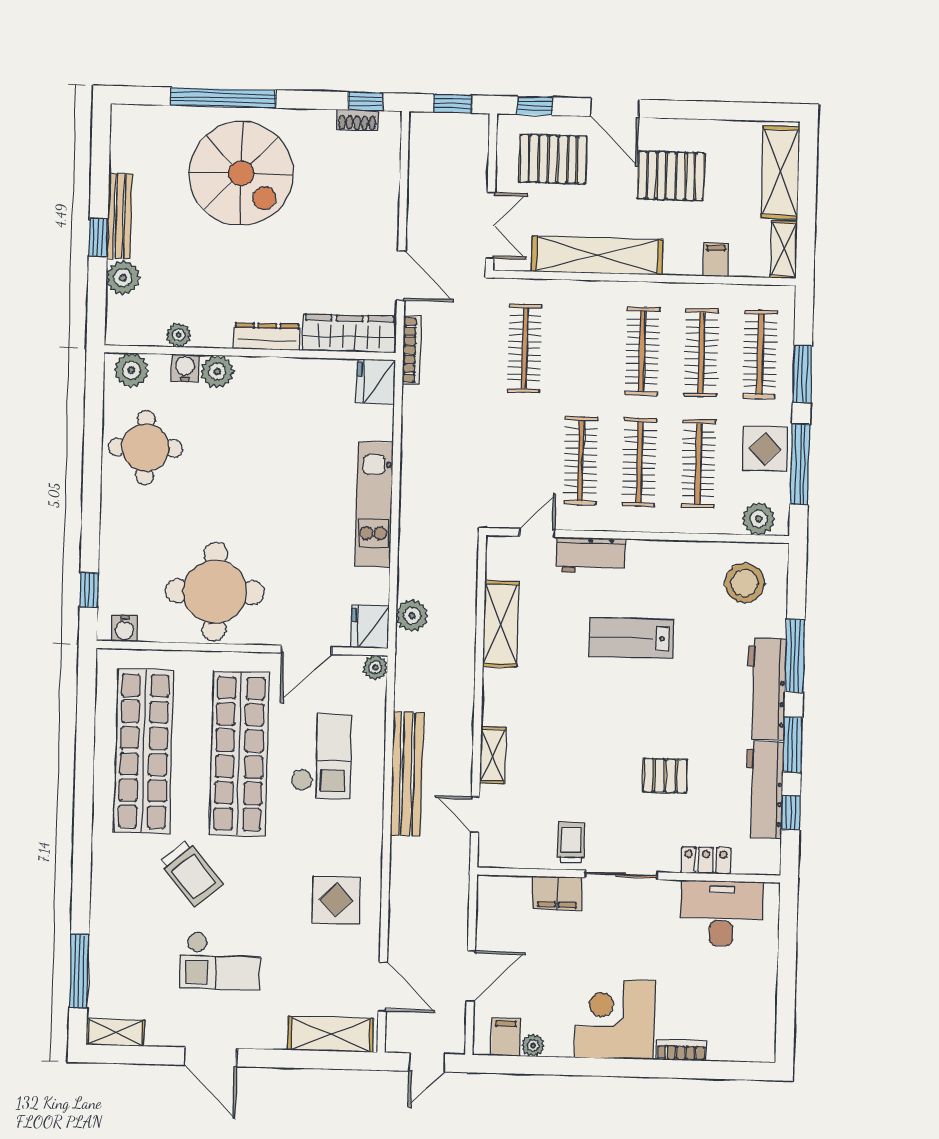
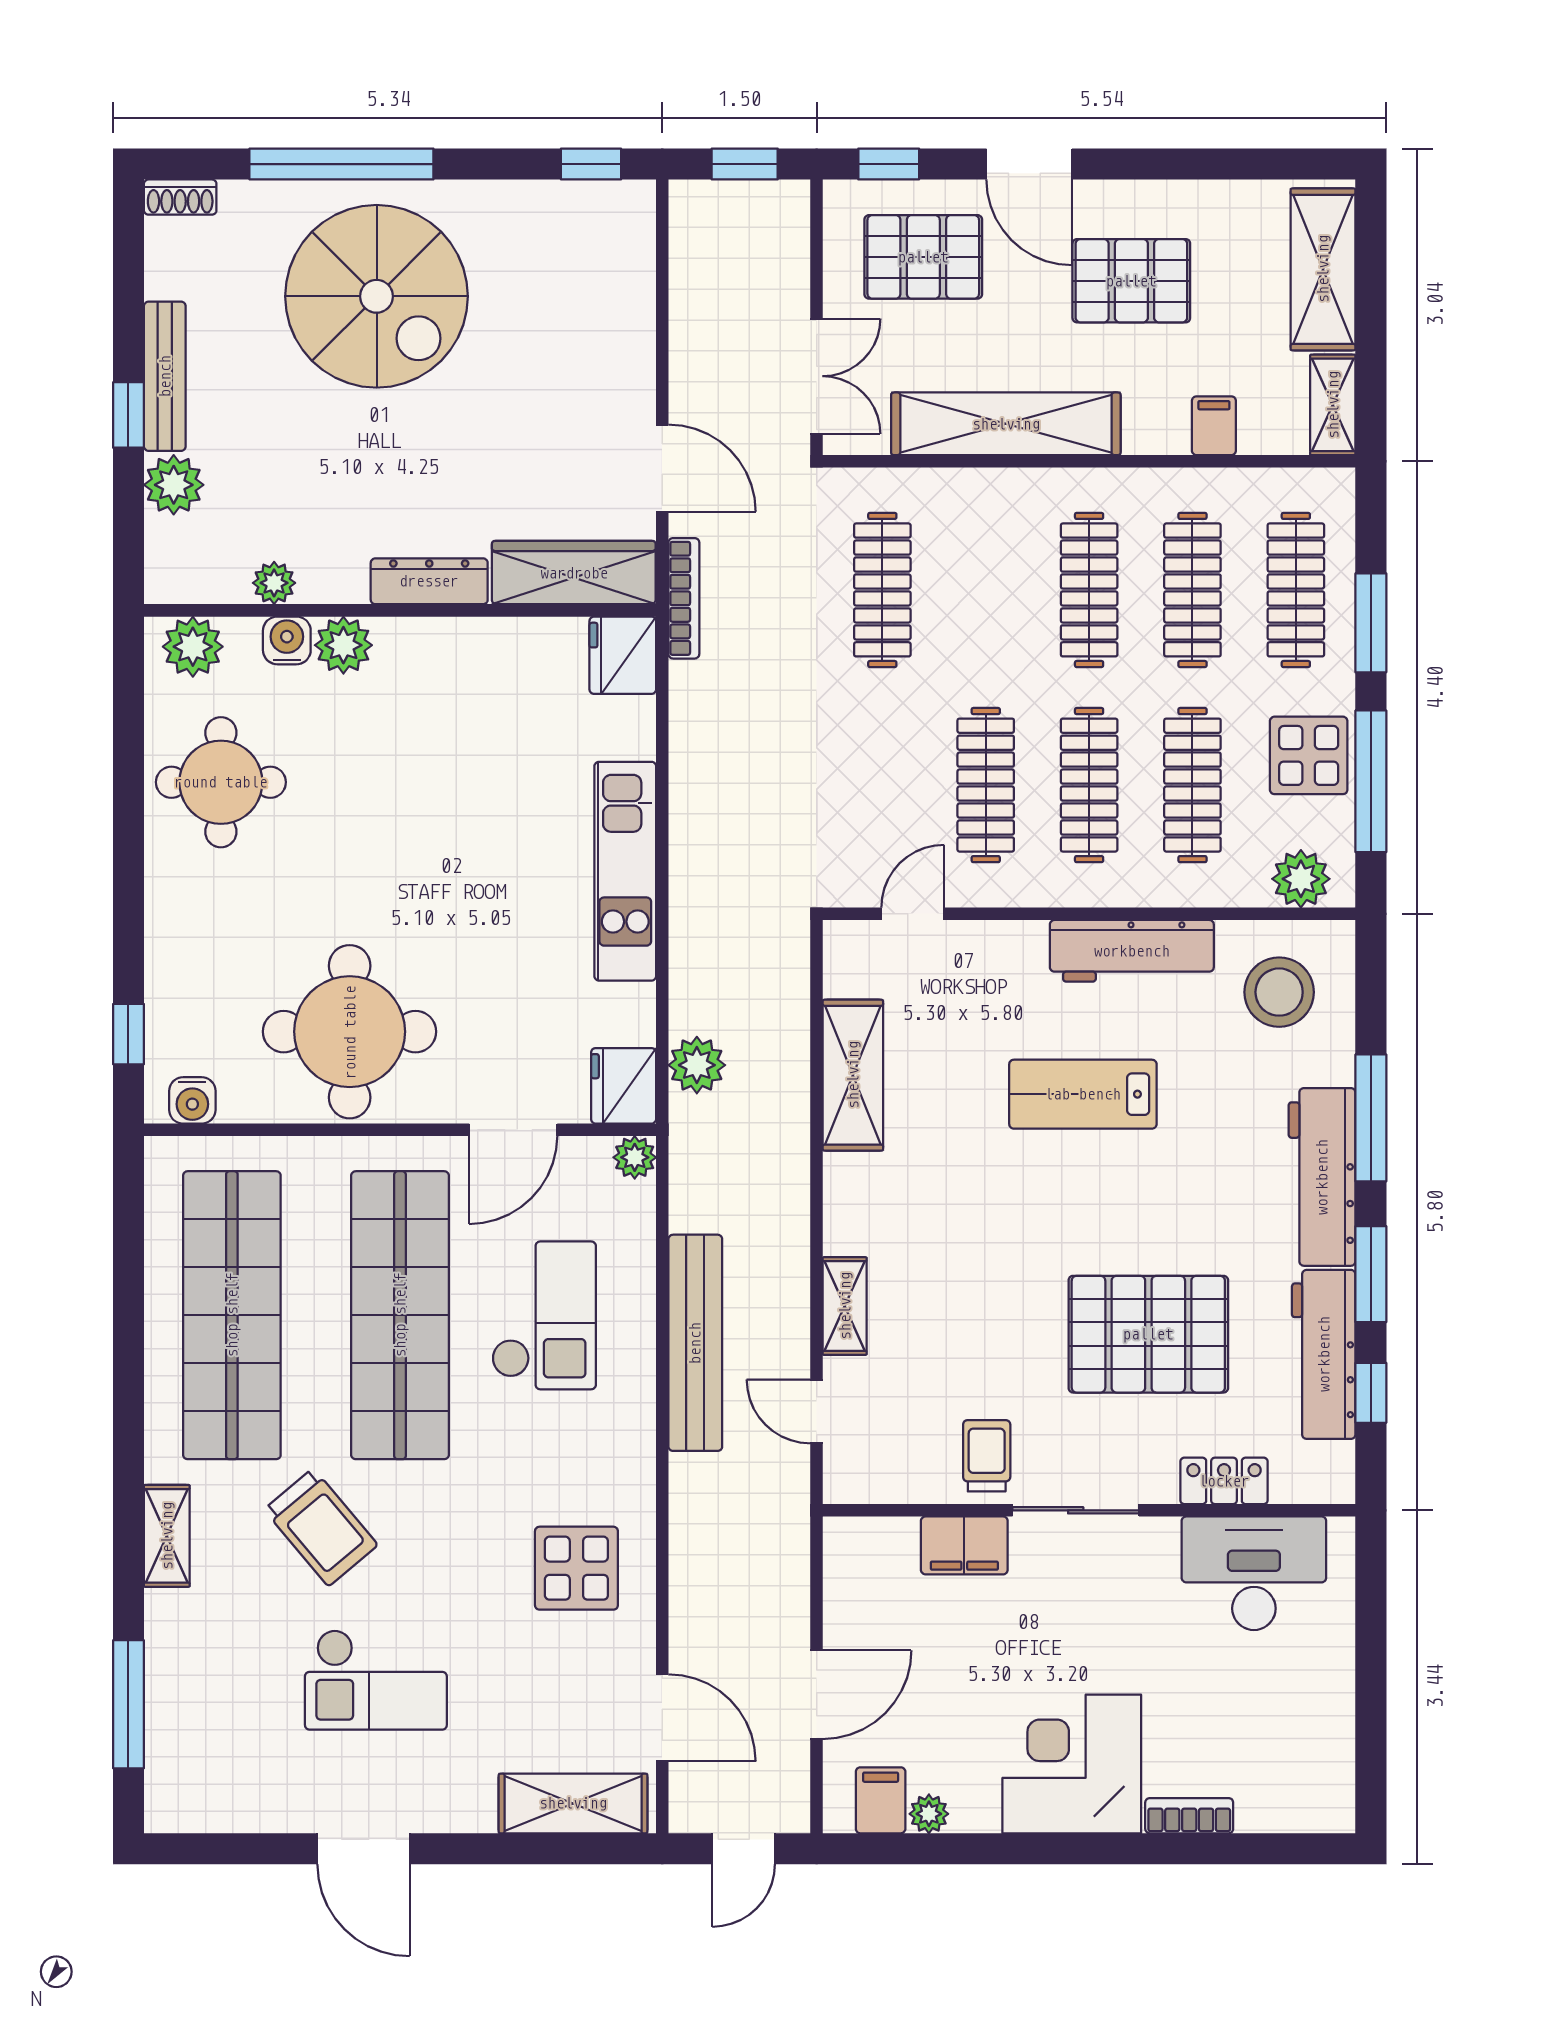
shoe rack: (357, 120) -> (180, 197), moved
workbench: (591, 555) -> (1132, 951), moved, width x1.38
pallet: (665, 776) -> (1148, 1334), width x2.05, depth x2.00
shelving: (115, 1032) -> (167, 1536), moved, turned 90

